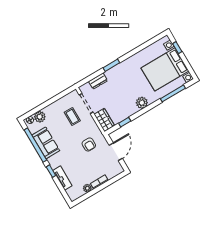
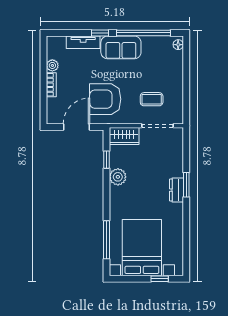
dresser: (98, 81) -> (176, 190), moved
plant: (142, 103) -> (118, 177), moved
plant: (40, 117) -> (175, 59), removed
sofa: (46, 143) -> (121, 47), moved
armchair: (89, 144) -> (105, 99), width x1.88, depth x1.88
door: (116, 152) -> (76, 127), swing flipped

